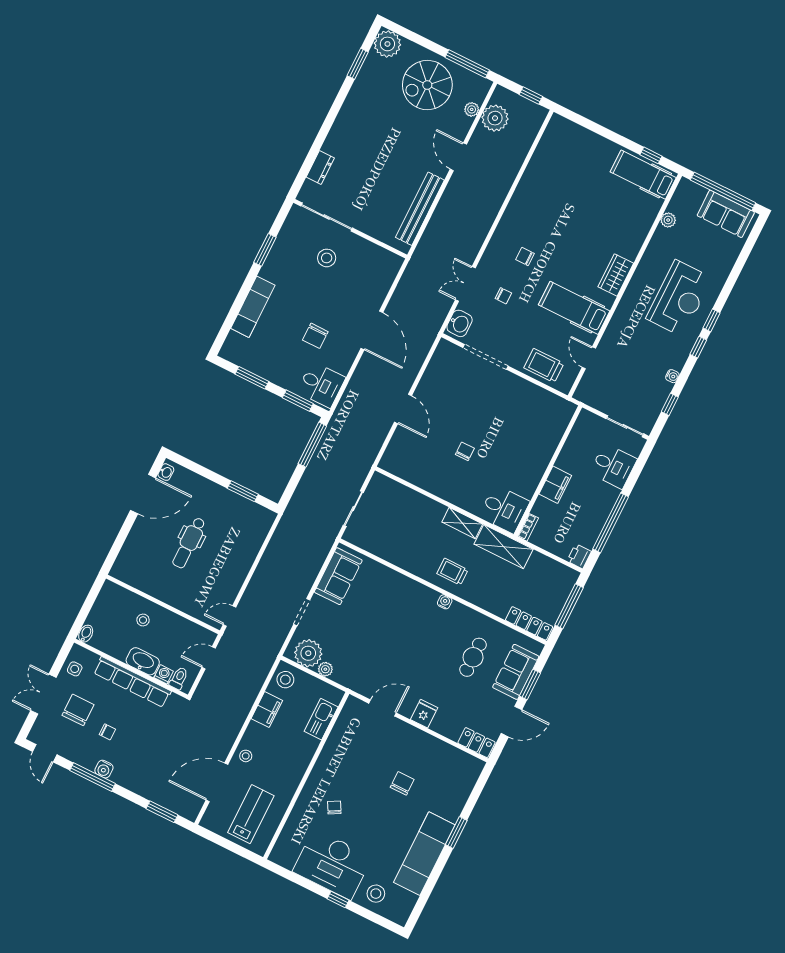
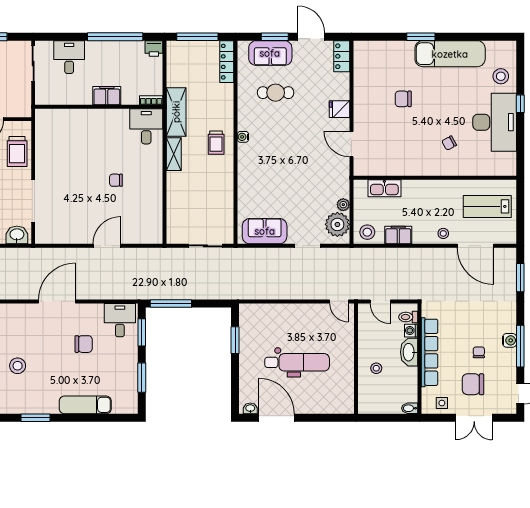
dental chair: (189, 543) -> (297, 362), width x1.36, depth x1.38

